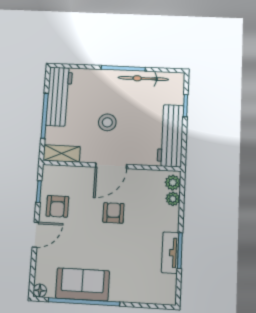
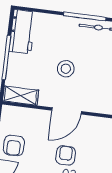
workbench: (59, 97) -> (22, 32), width x0.73

